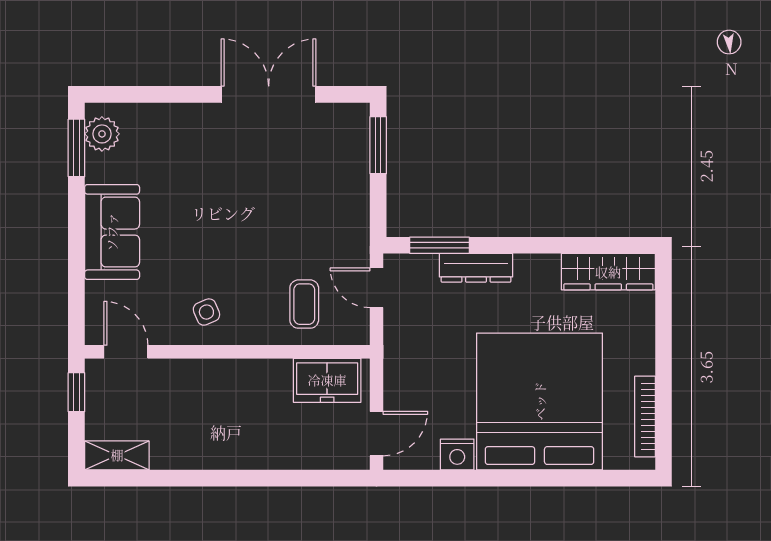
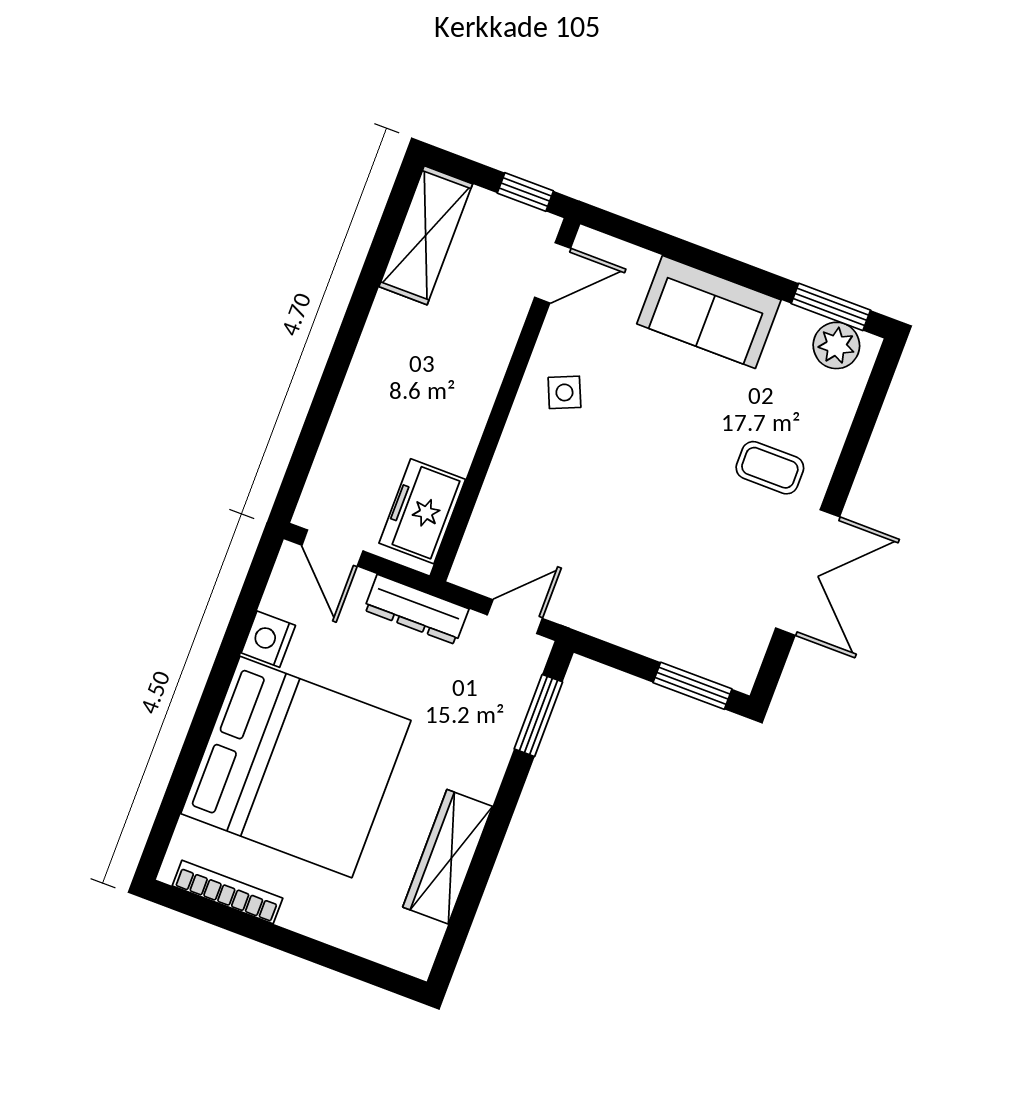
dresser: (476, 268) -> (416, 609), moved, turned -90
wardrobe: (608, 272) -> (448, 857), moved
coffee table: (304, 304) -> (770, 468), moved
shelving: (117, 455) -> (426, 235), width x1.50, depth x1.33

